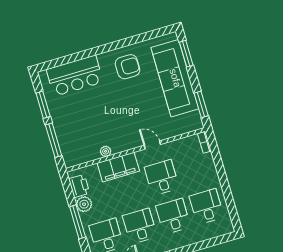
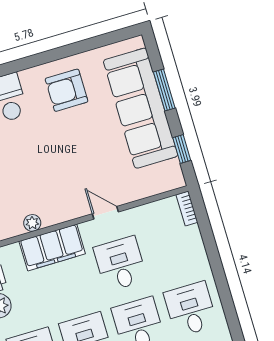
window: (186, 54) -> (164, 90), moved
armchair: (128, 67) -> (67, 90), turned 180
window: (201, 104) -> (182, 149), width x0.67

